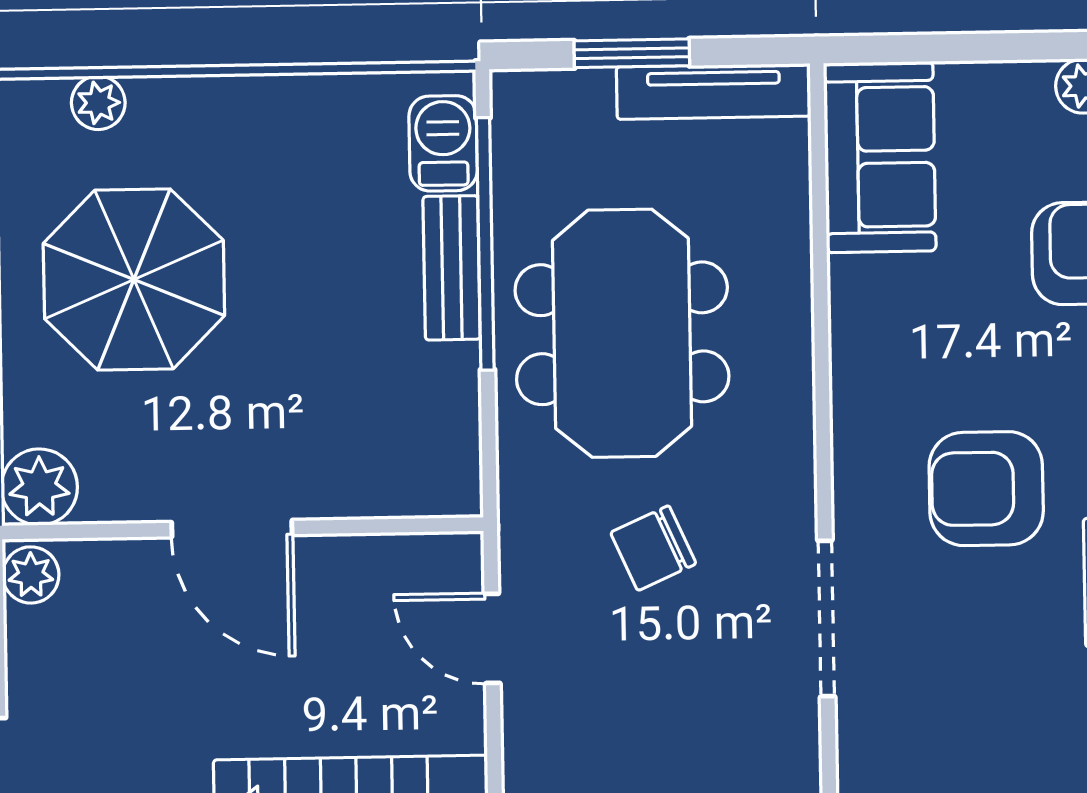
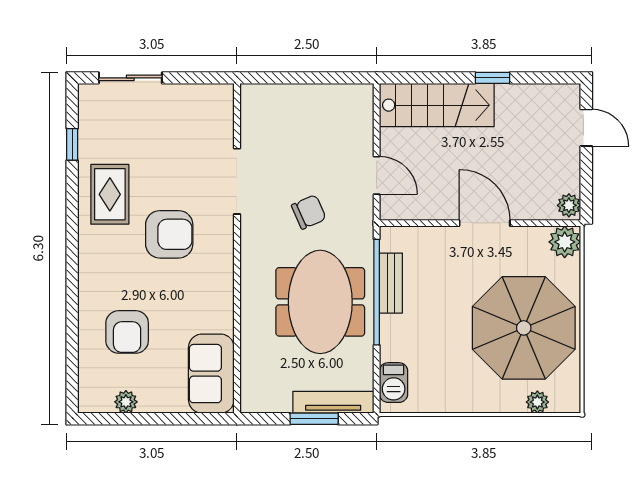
tv unit: (714, 91) -> (333, 402), moved
window: (485, 244) -> (377, 292), moved
bench: (452, 268) -> (391, 283), moved
parasol: (134, 280) -> (524, 328), width x1.36, depth x1.36

